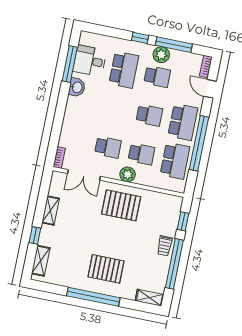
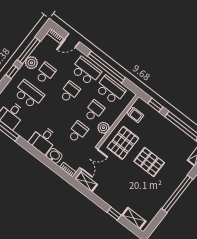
washbasin: (77, 87) -> (54, 156), moved
desk: (79, 112) -> (43, 140), added
shelving: (51, 211) -> (86, 182), moved
trolley: (165, 246) -> (135, 115), moved
pallet: (106, 269) -> (149, 162), moved, turned 90

